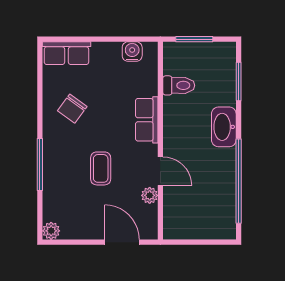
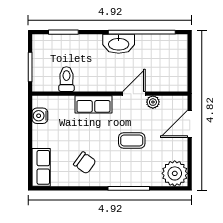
washbasin: (224, 127) -> (119, 44), moved
plant: (51, 231) -> (175, 173), width x1.88, depth x1.88

